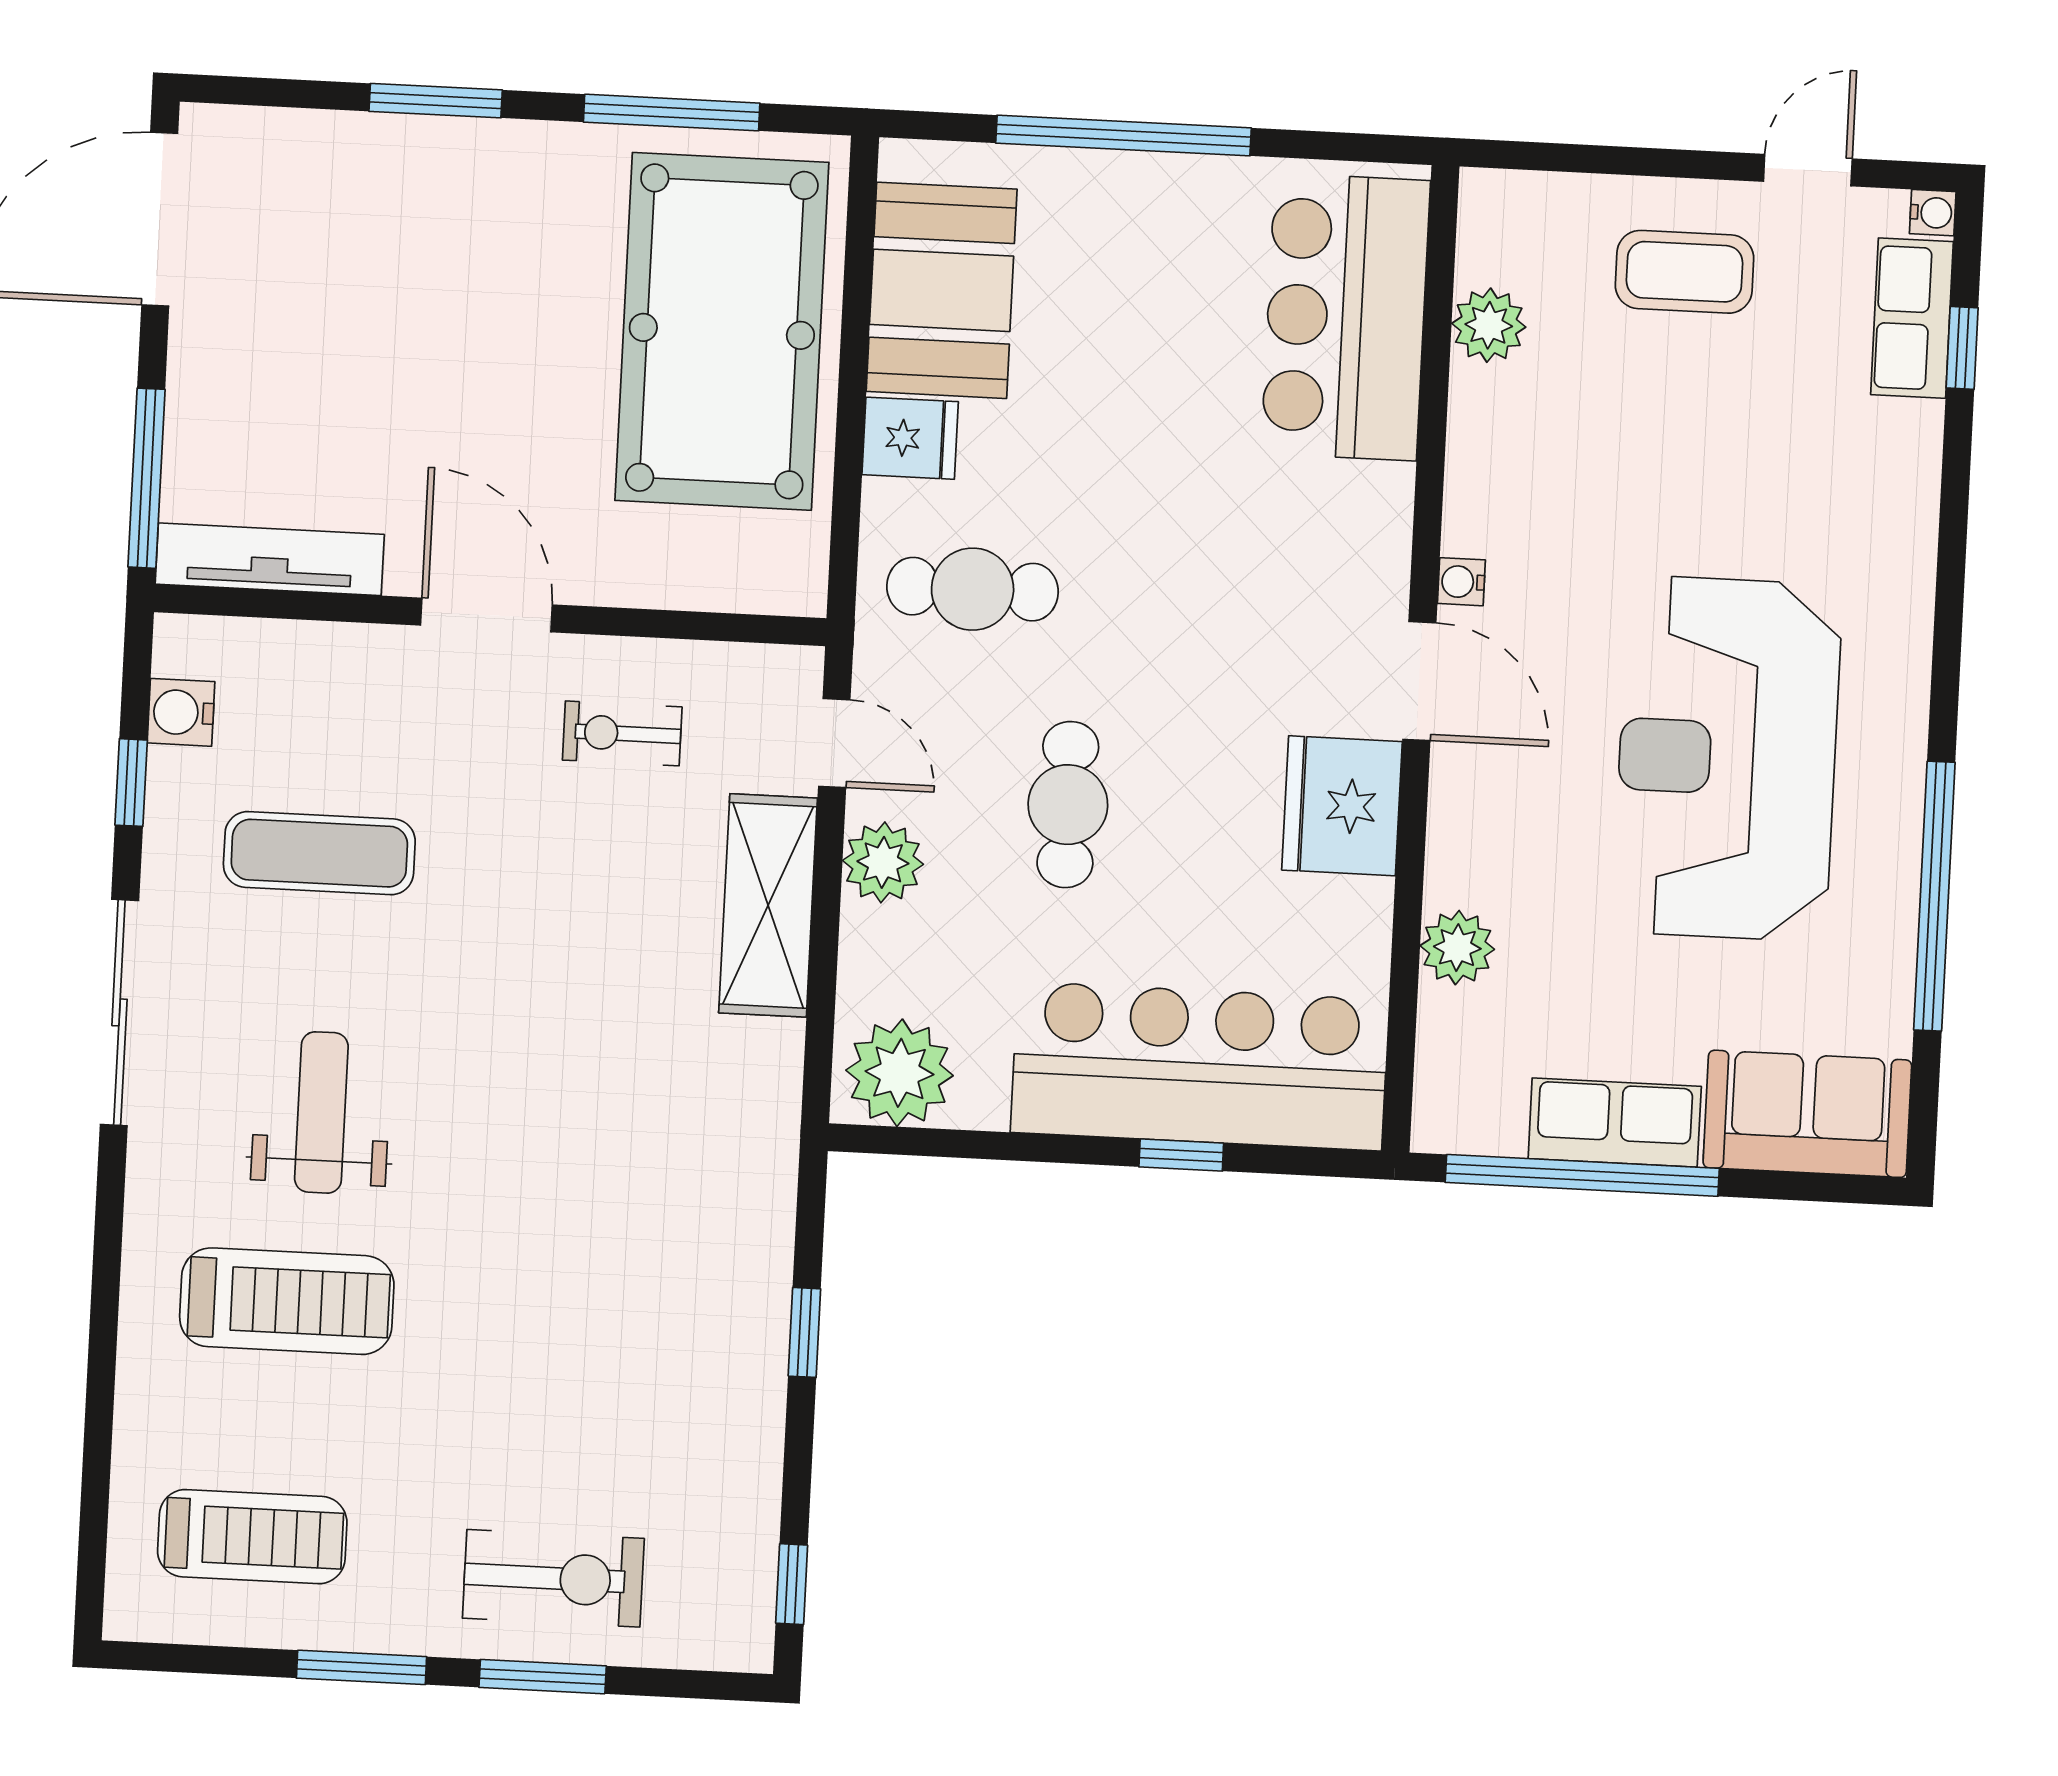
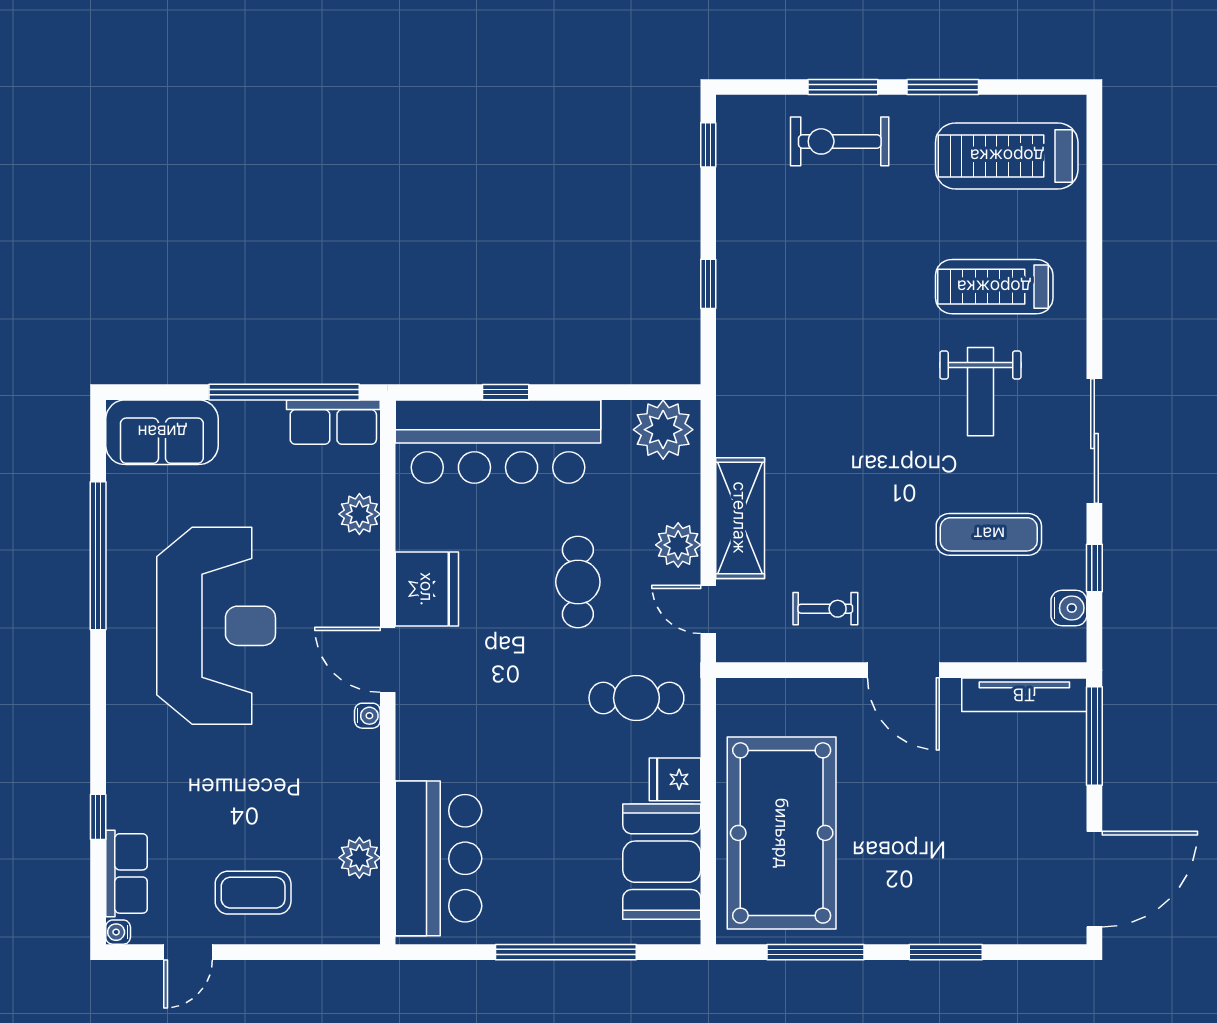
window: (1962, 348) -> (98, 817), moved
row of seats: (1615, 1122) -> (333, 422), moved
treadmill: (252, 1537) -> (1007, 156), width x1.37, depth x1.37

